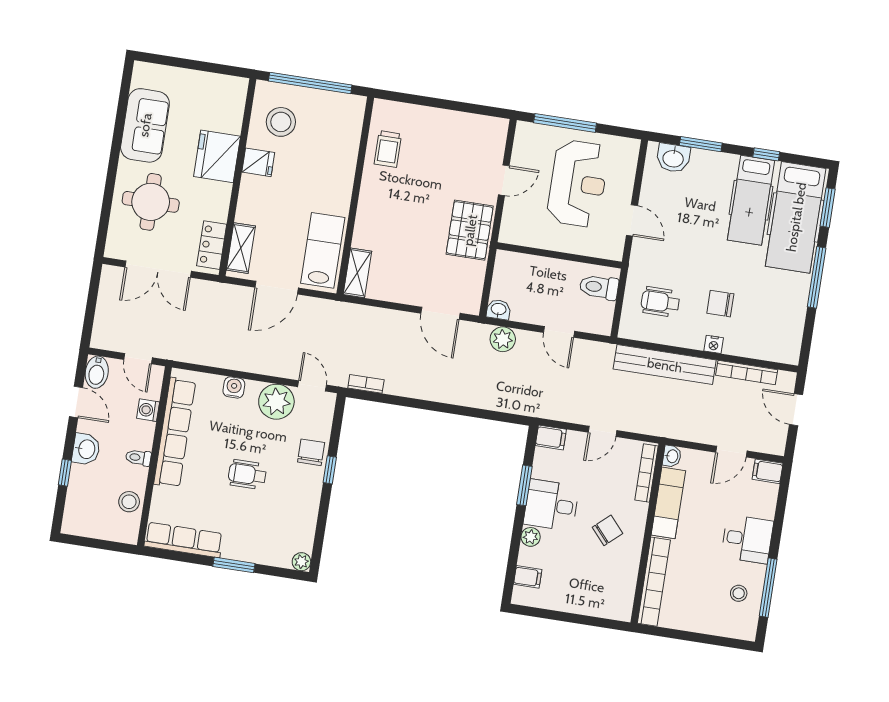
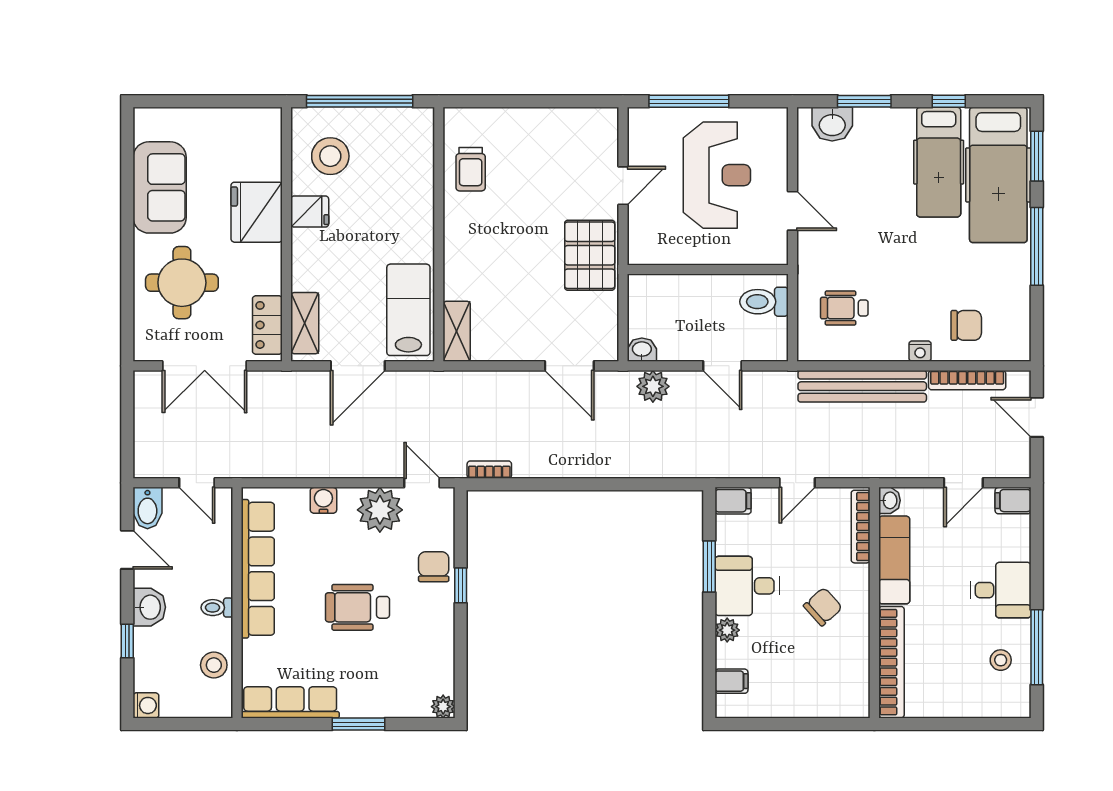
chair: (720, 304) -> (966, 325), moved, turned 180
washing machine: (148, 410) -> (146, 705), moved, turned 180
wheelchair: (247, 474) -> (358, 607), width x1.36, depth x1.37

